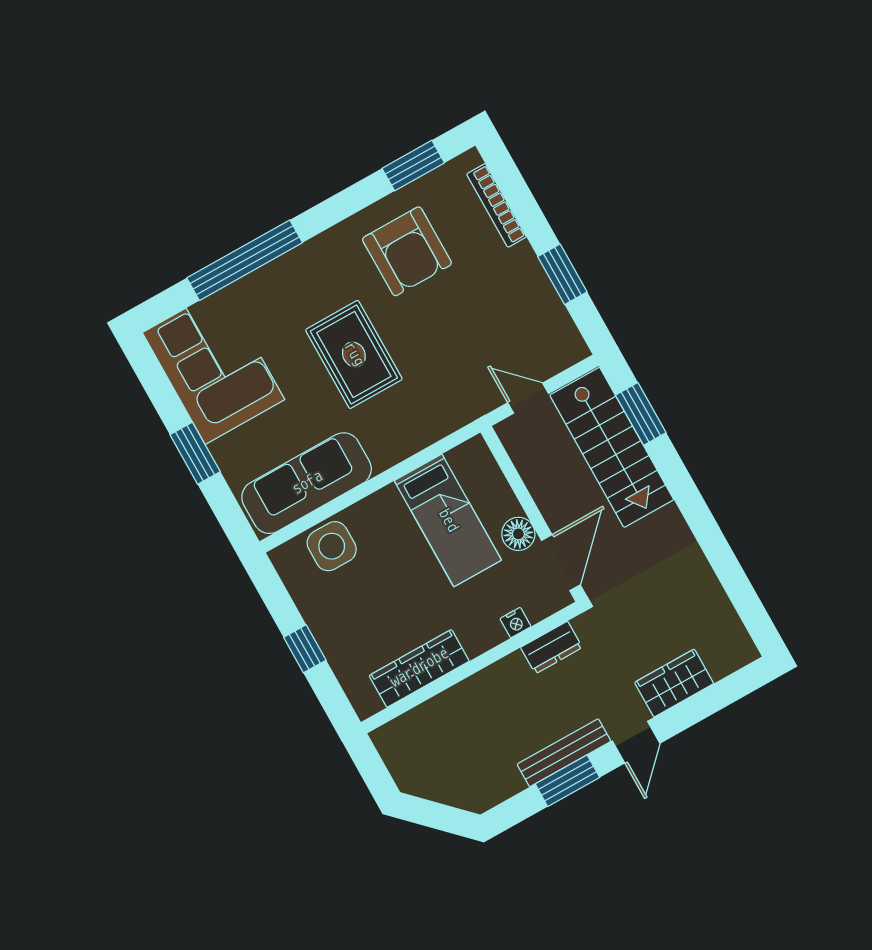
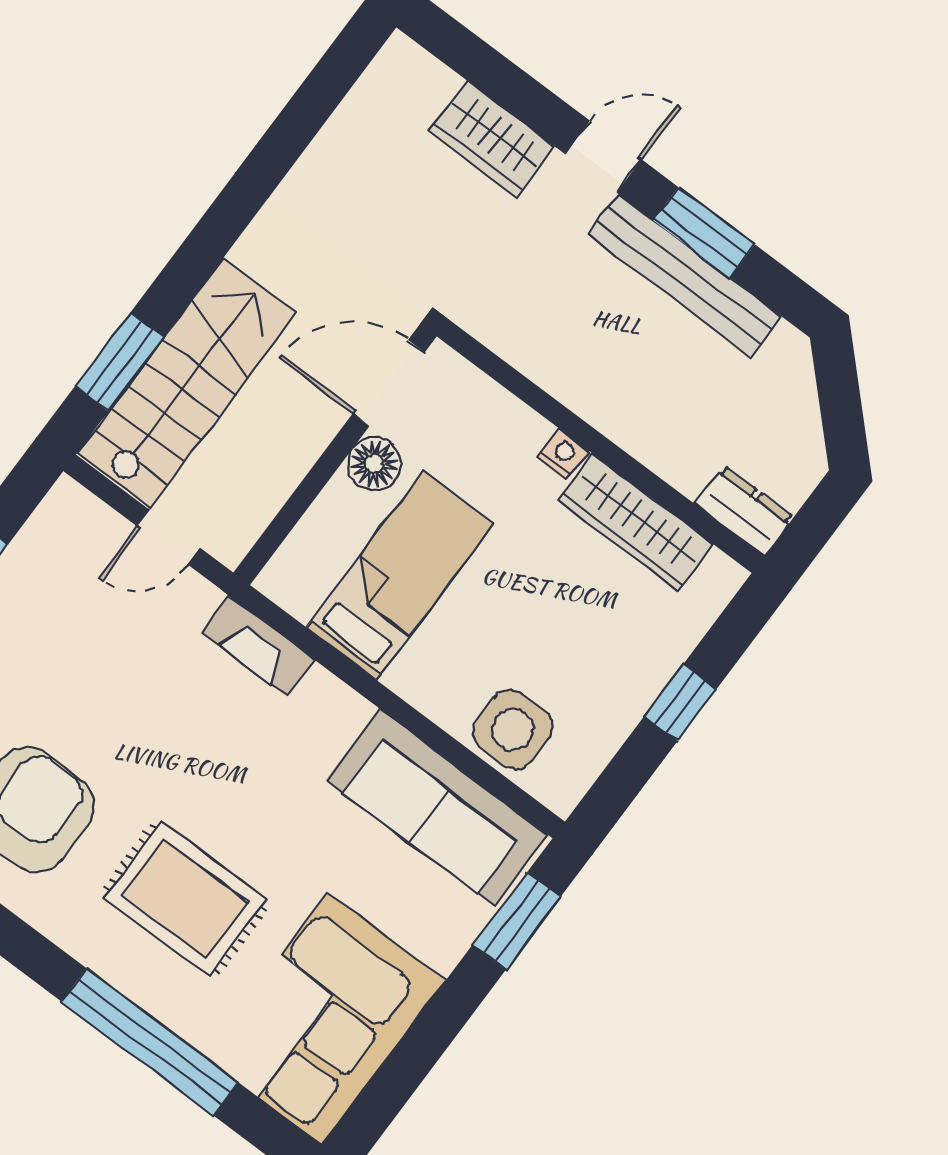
rug: (354, 354) -> (185, 899), moved, turned 90
door: (528, 398) -> (169, 537), hinge flipped
fireplace: (444, 422) -> (258, 646), added
window: (195, 453) -> (517, 921), moved
nightstand: (515, 623) -> (563, 454), moved
dresser: (551, 647) -> (744, 511), moved
bench: (564, 753) -> (685, 276), width x1.37, depth x1.21

